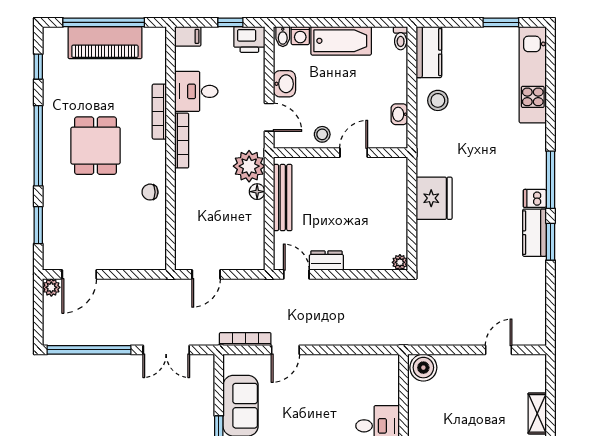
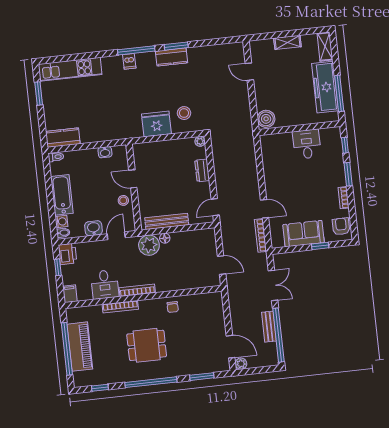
stool: (438, 100) -> (184, 113), moved
dishwasher: (535, 198) -> (129, 61), moved
dresser: (326, 261) -> (202, 170), moved
bench: (104, 337) -> (269, 327), added

